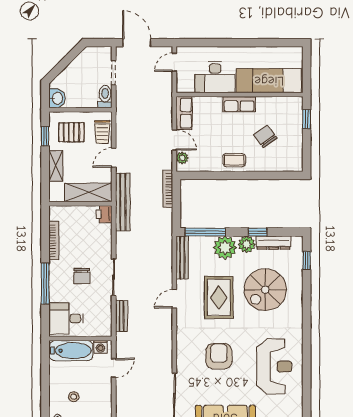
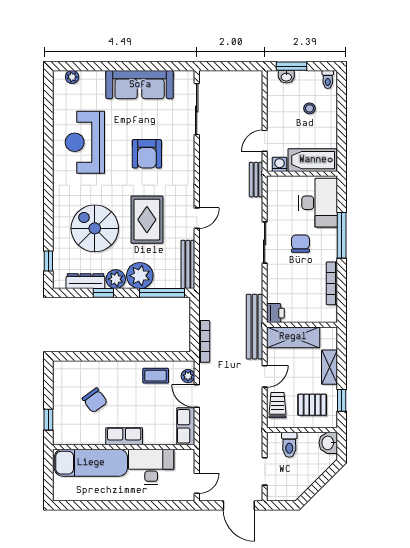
toilet: (105, 97) -> (289, 445), moved
coffee table: (234, 160) -> (156, 376), moved
spiral stairs: (265, 290) -> (95, 228), turned -90
bench: (121, 316) -> (256, 180), moved
desk: (66, 318) -> (318, 203), width x1.37

